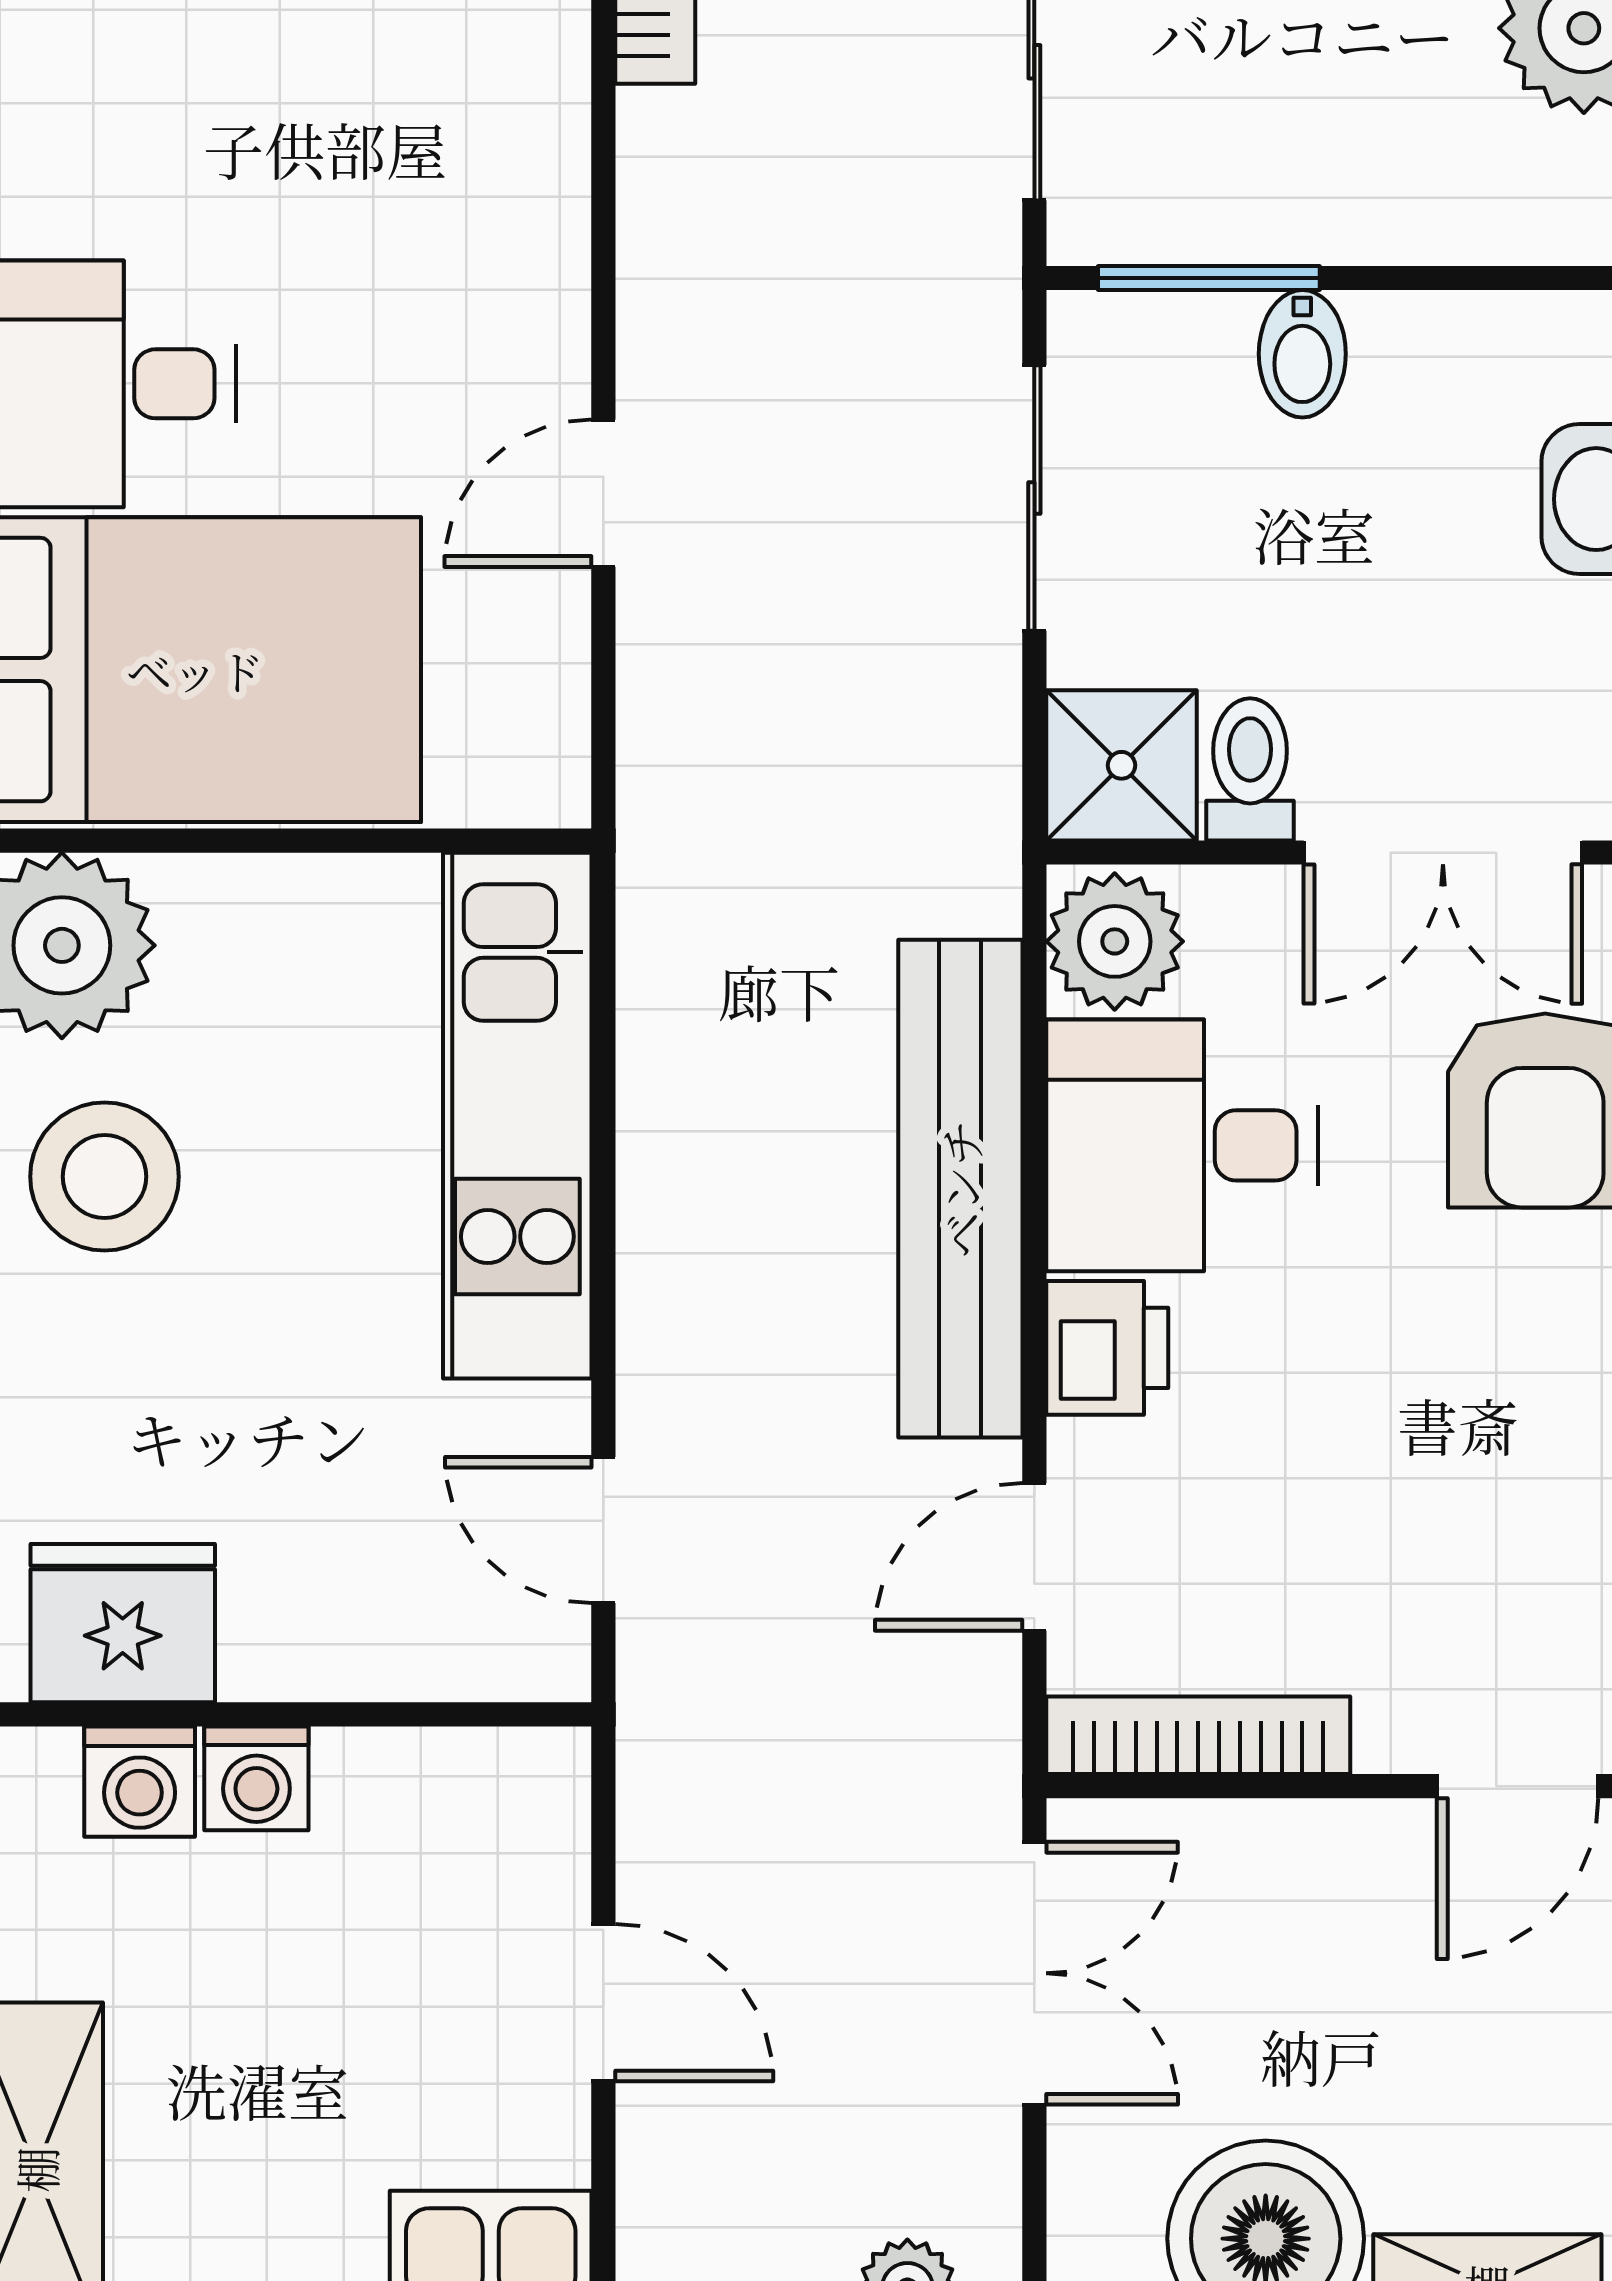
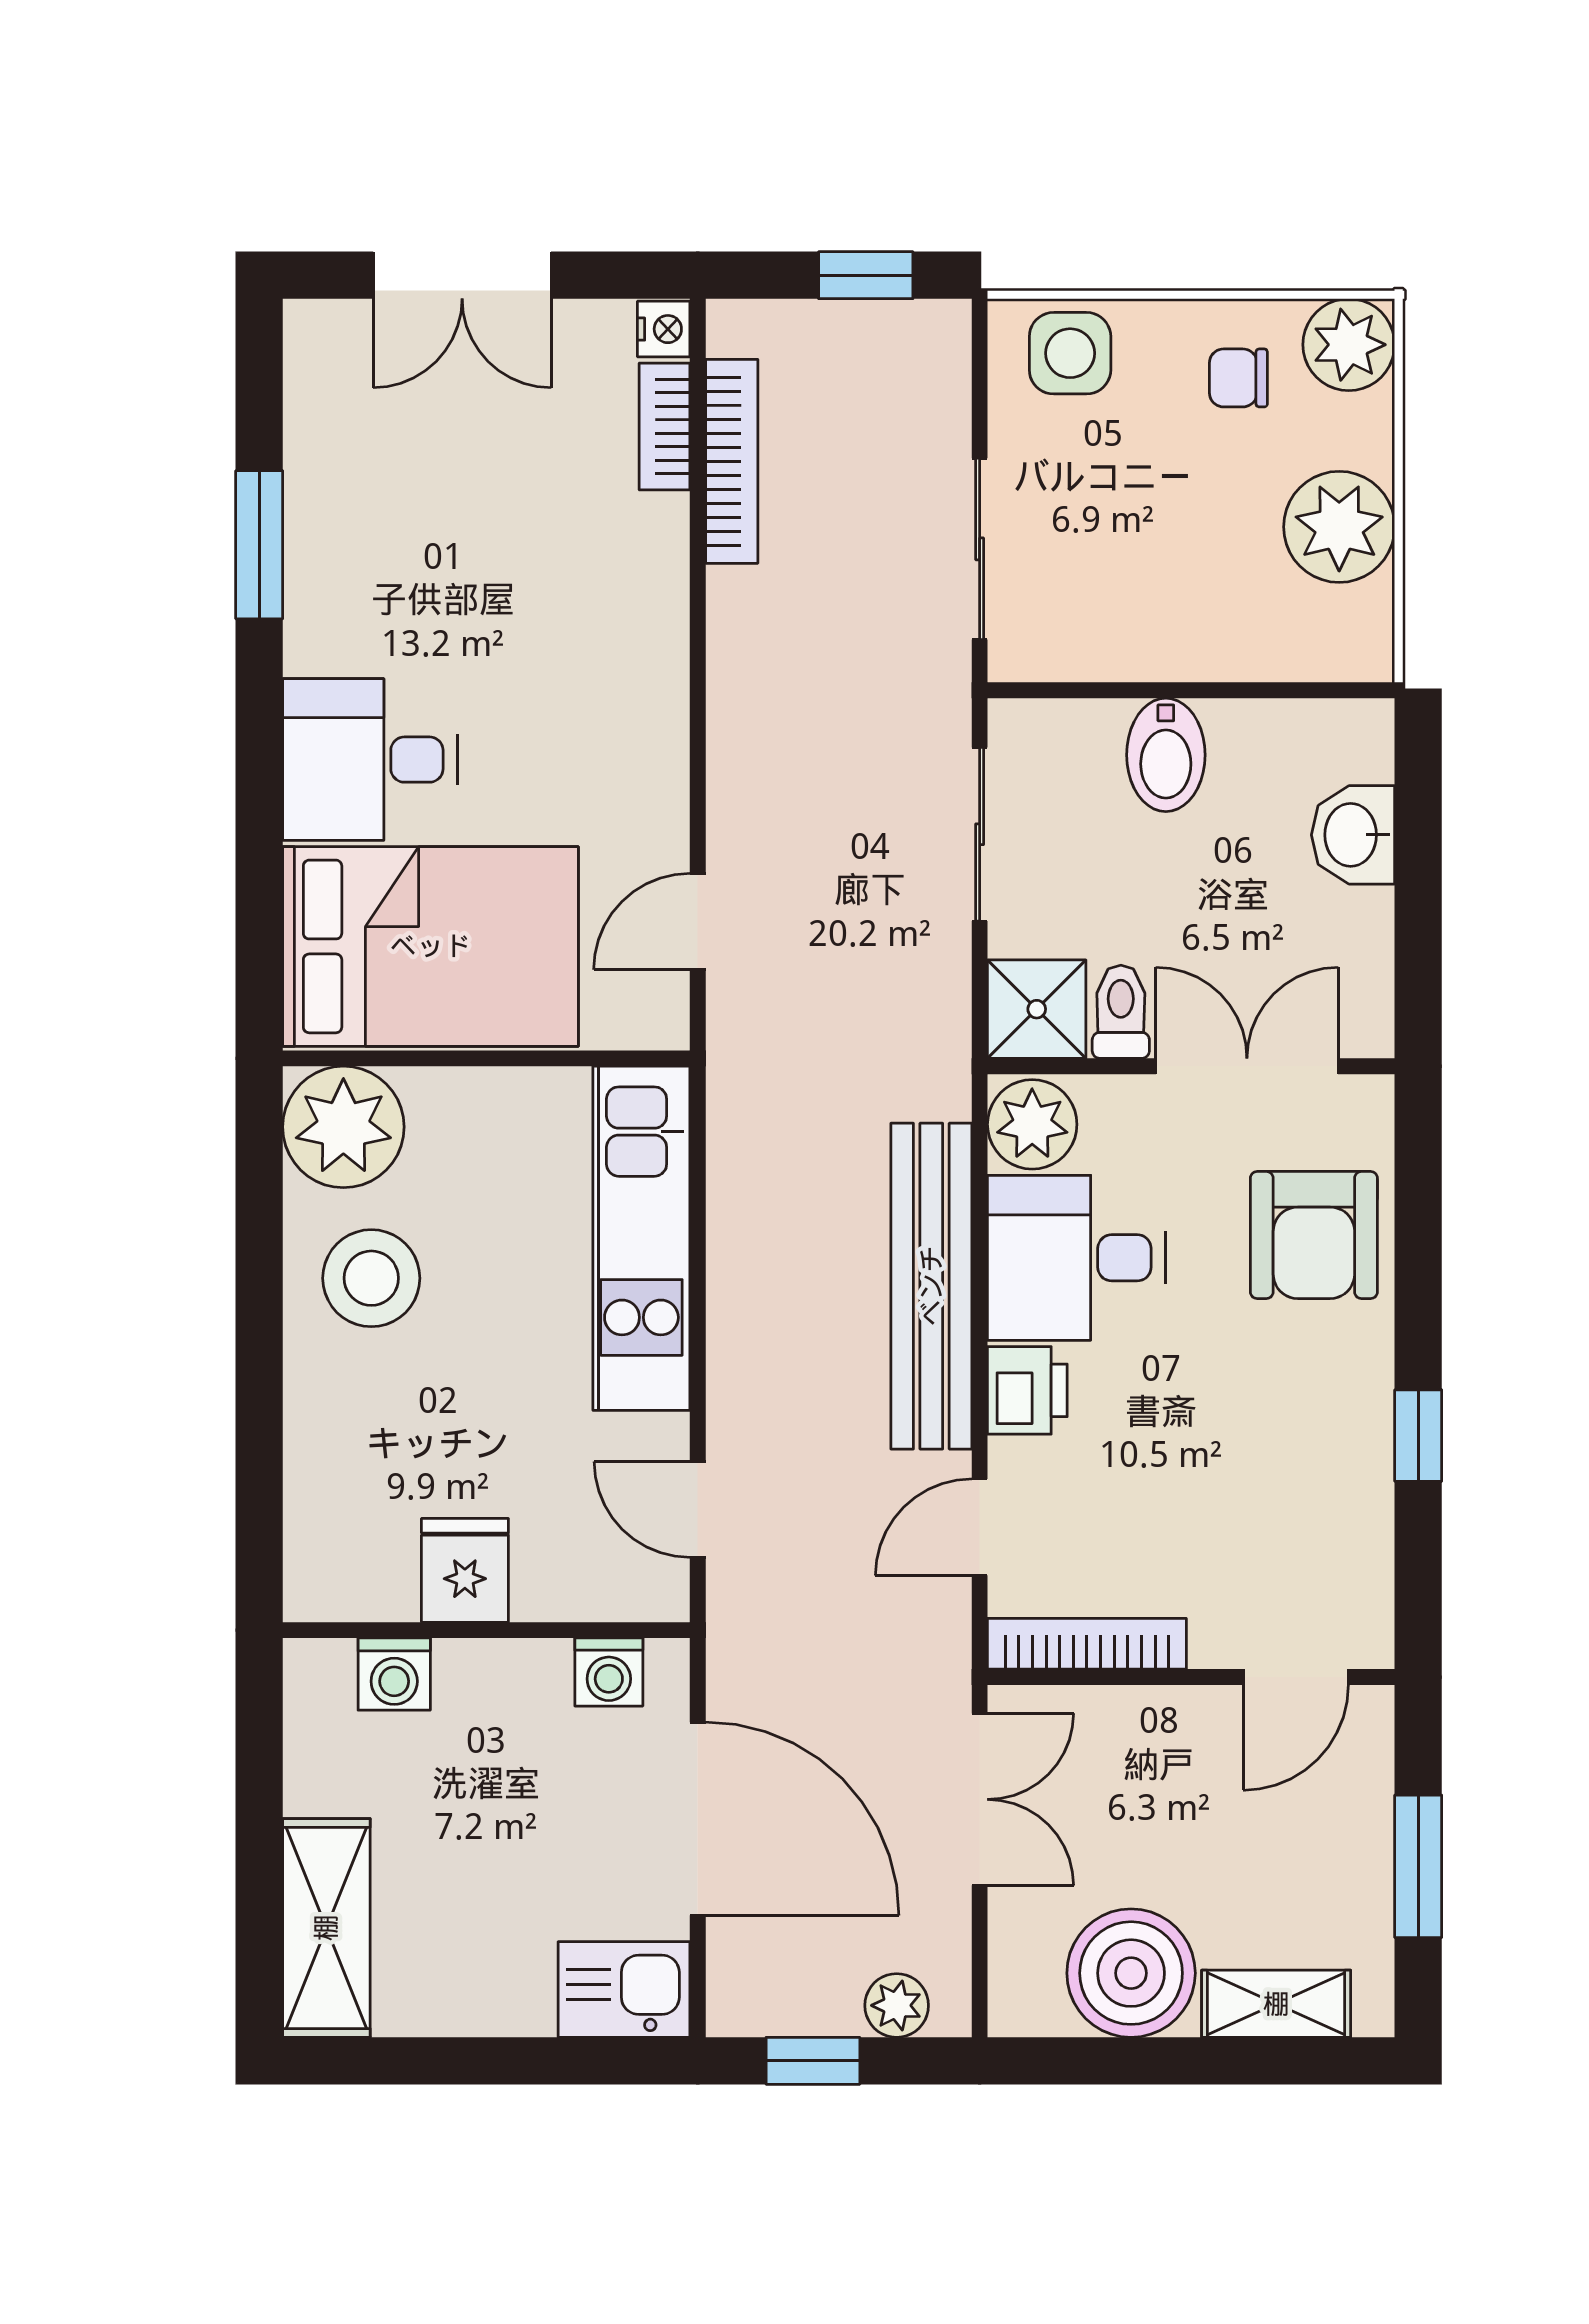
window: (1209, 278) -> (1094, 690), removed
bidet: (1302, 354) -> (1166, 755), width x1.38, depth x1.36
door: (603, 493) -> (698, 921), moved
double door: (1443, 853) -> (1247, 1066), swing flipped
fridge: (123, 1623) -> (465, 1570), moved, width x0.72
washing machine: (256, 1778) -> (609, 1672), moved
door: (603, 2003) -> (698, 1819), width x1.88

